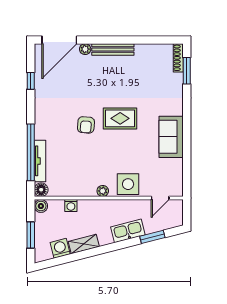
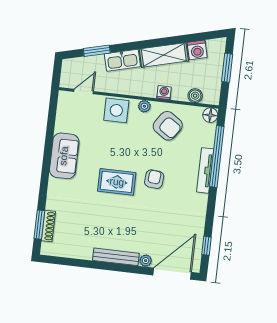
shoe rack: (178, 58) -> (48, 226), moved
window: (31, 81) -> (206, 246), moved
tv unit: (40, 161) -> (205, 170), moved
armchair: (79, 175) -> (168, 126), added
boiler: (41, 206) -> (195, 96), moved
washing machine: (71, 206) -> (164, 93), moved
shelving: (84, 244) -> (164, 55), width x1.50, depth x1.33

